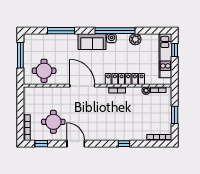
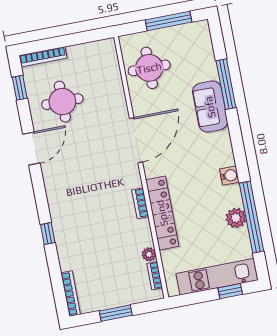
window: (115, 31) -> (252, 217), moved
sofa: (92, 42) -> (210, 107), moved

